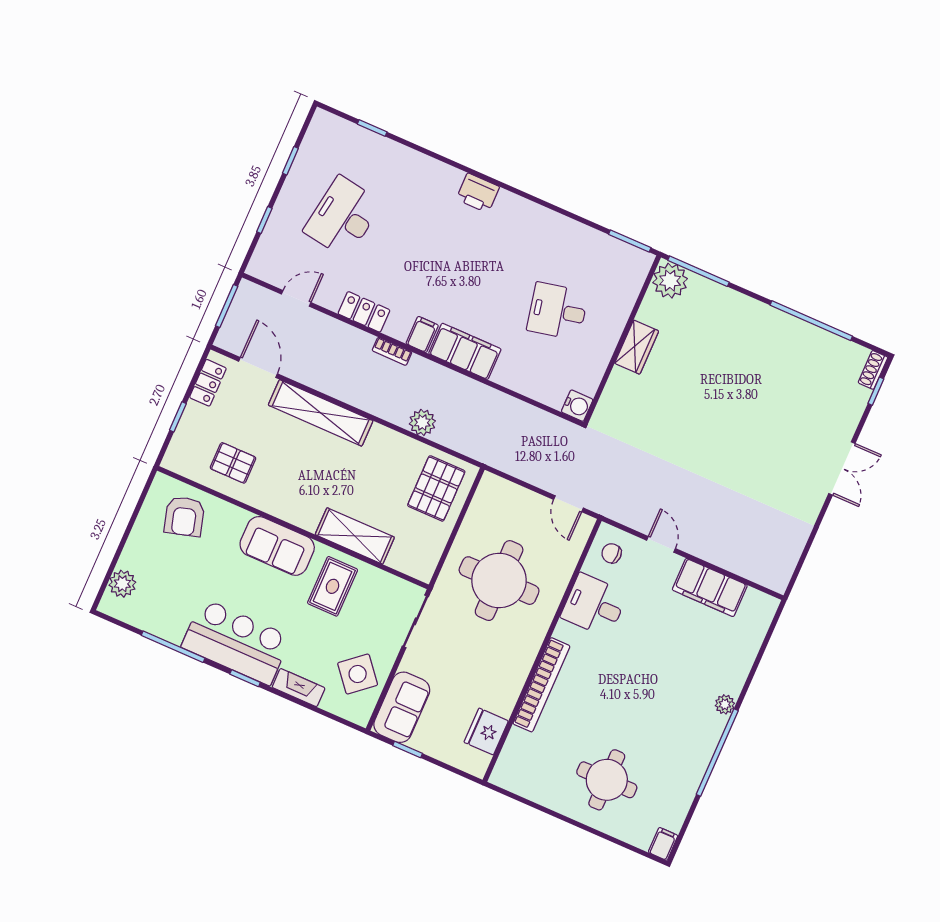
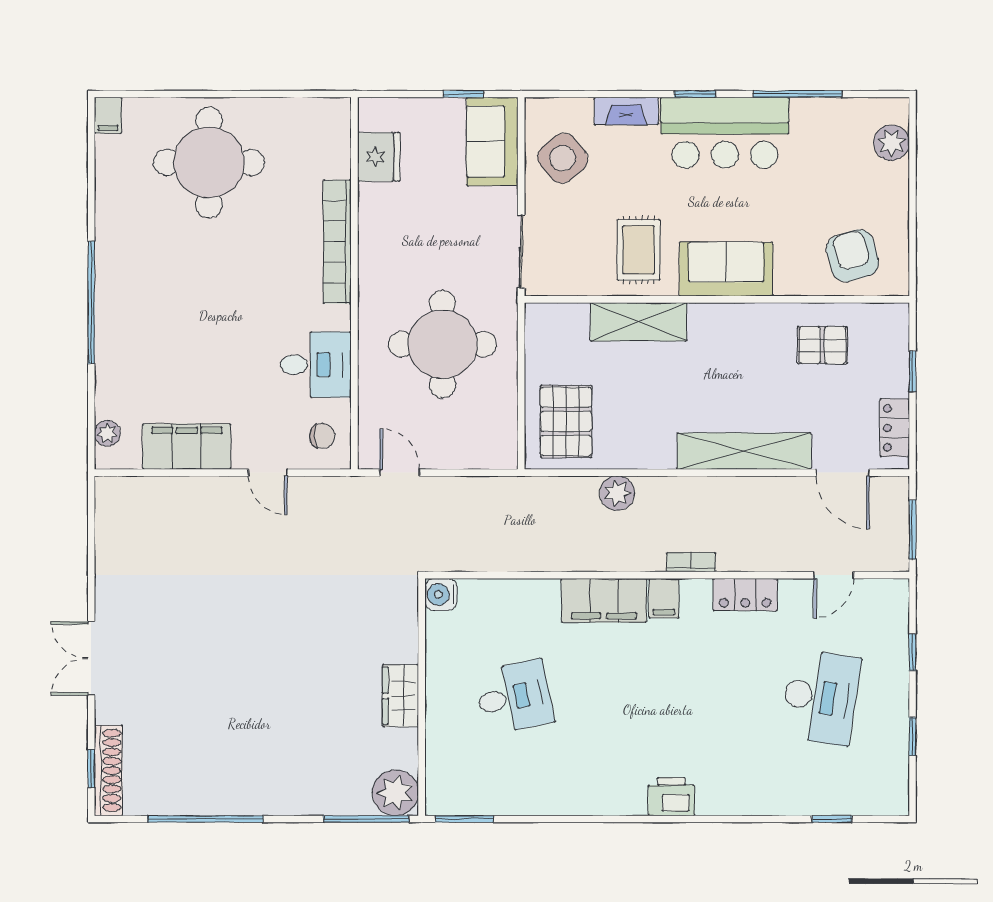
shoe rack: (873, 370) -> (108, 770), width x1.94, depth x1.24
plant: (725, 704) -> (107, 433), moved
window: (717, 752) -> (91, 303), moved
round table: (607, 780) -> (209, 162), width x1.36, depth x1.36

